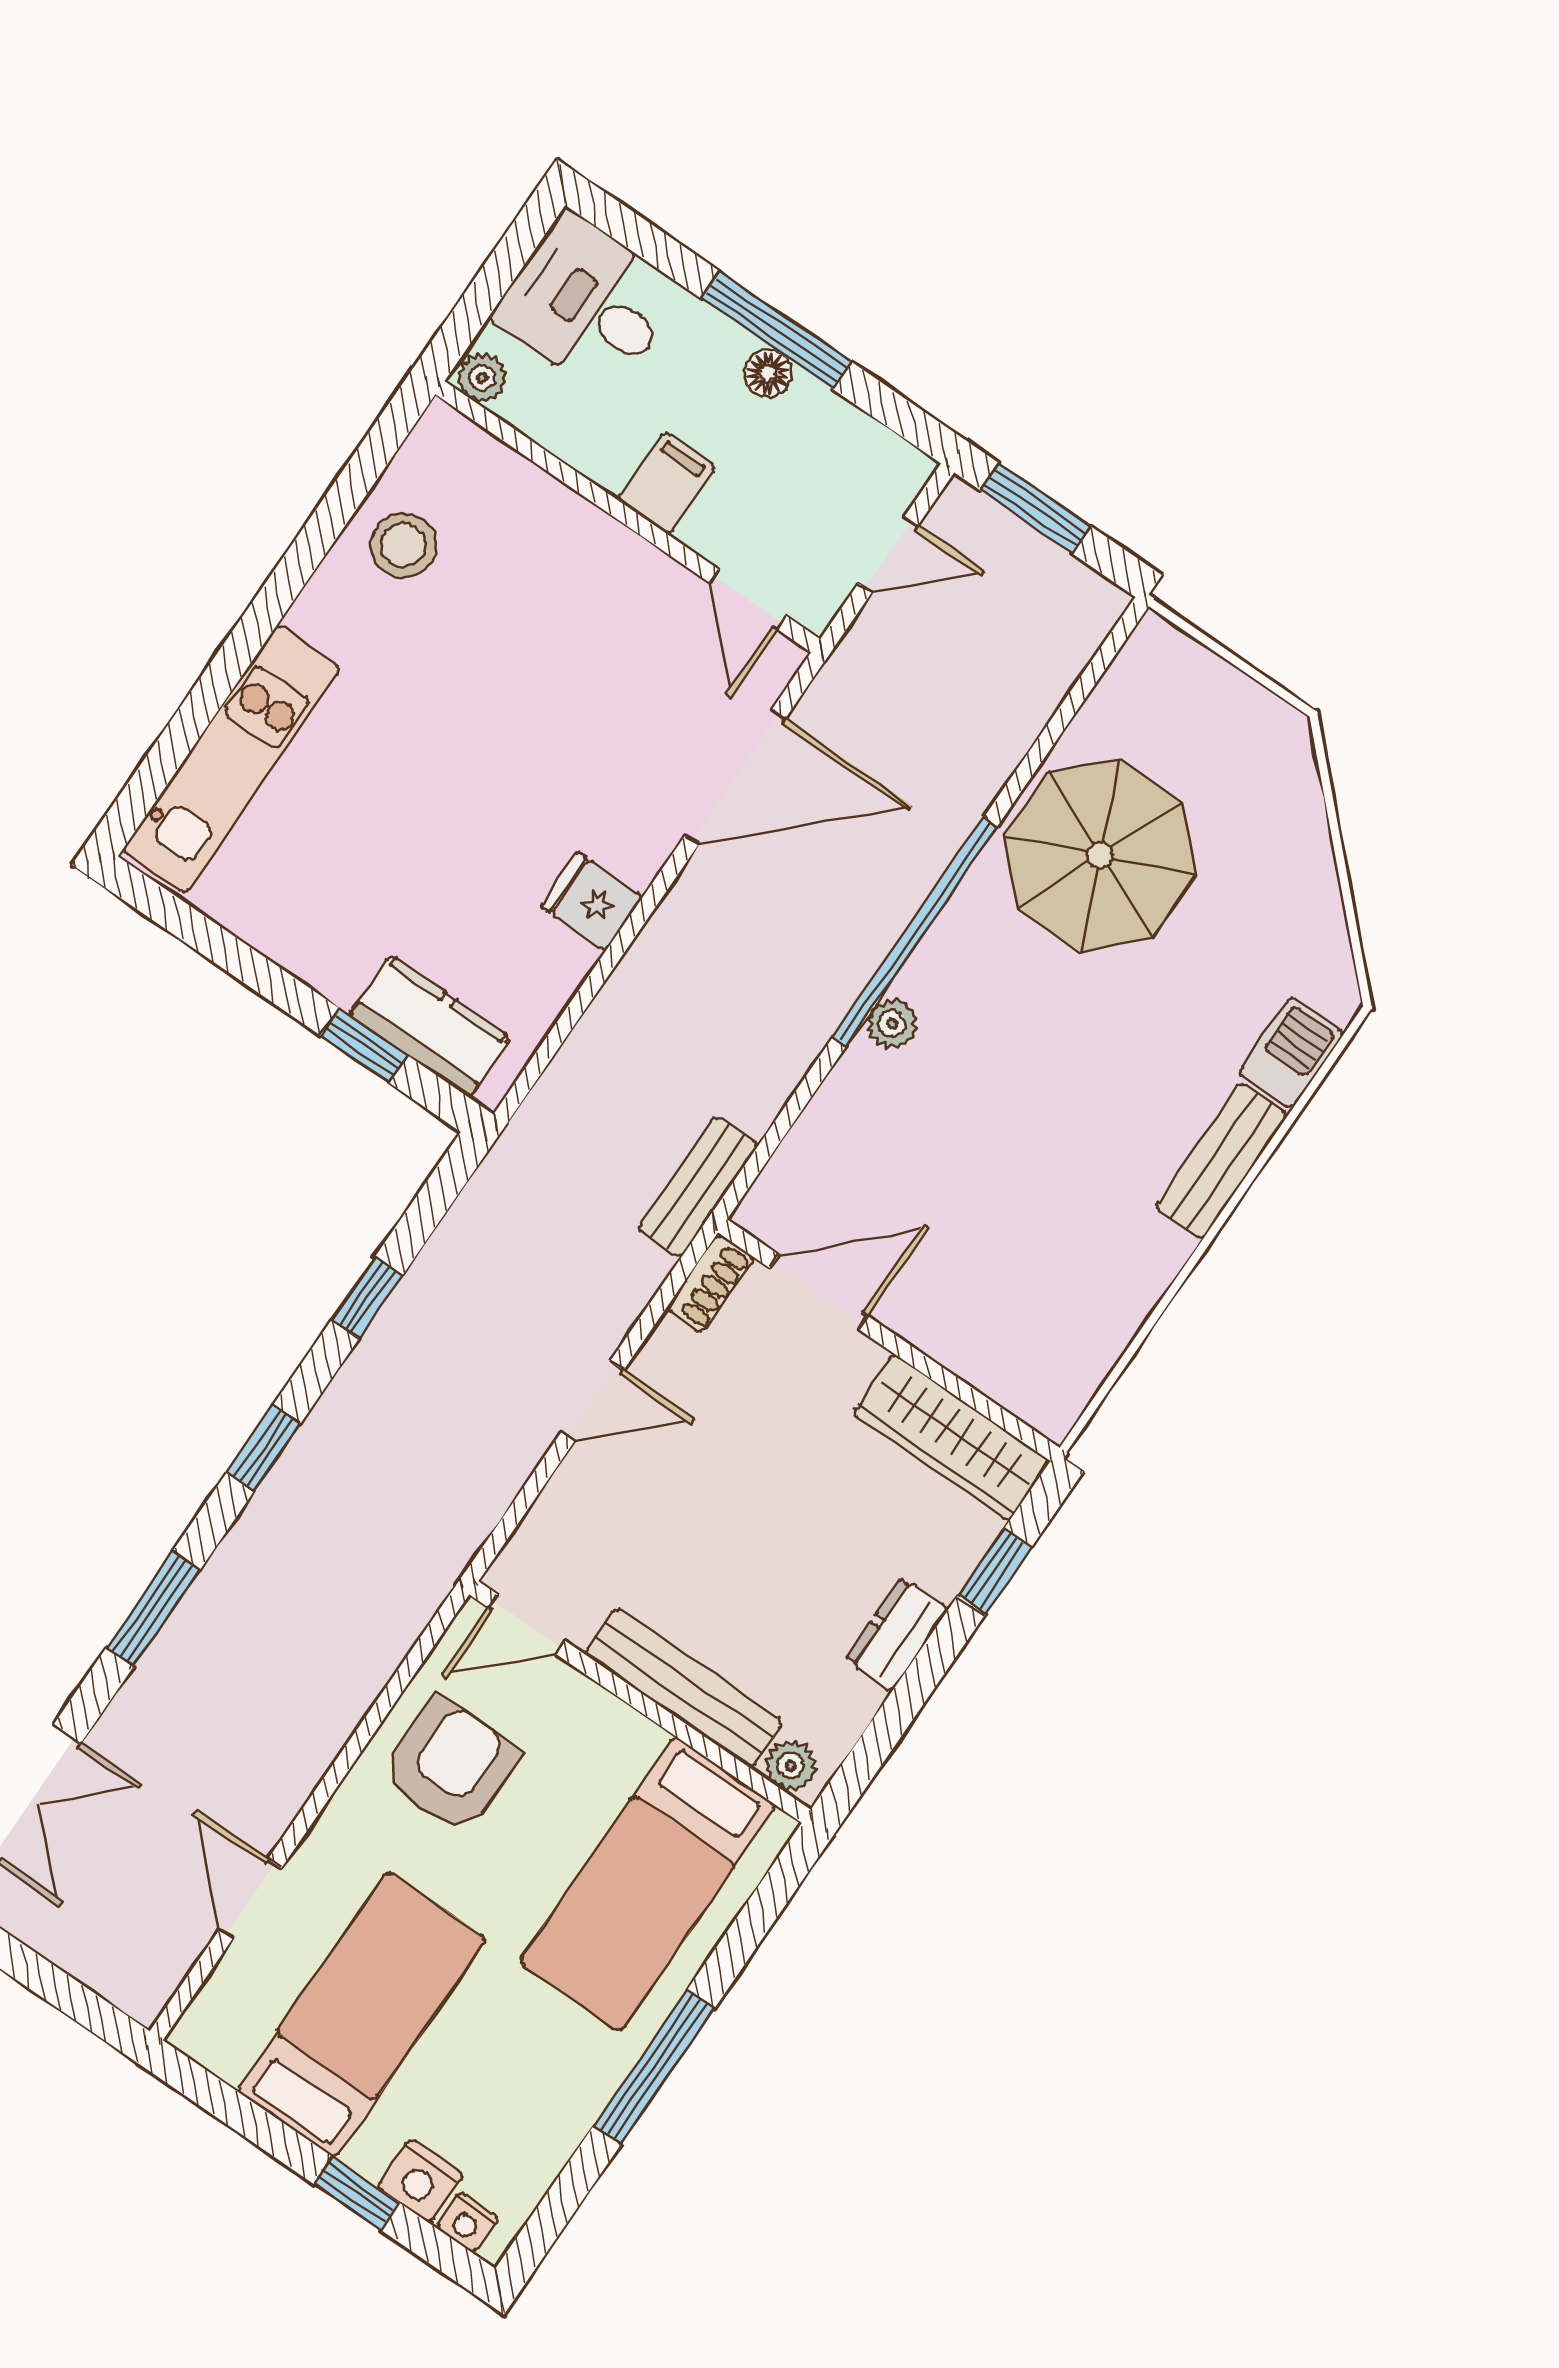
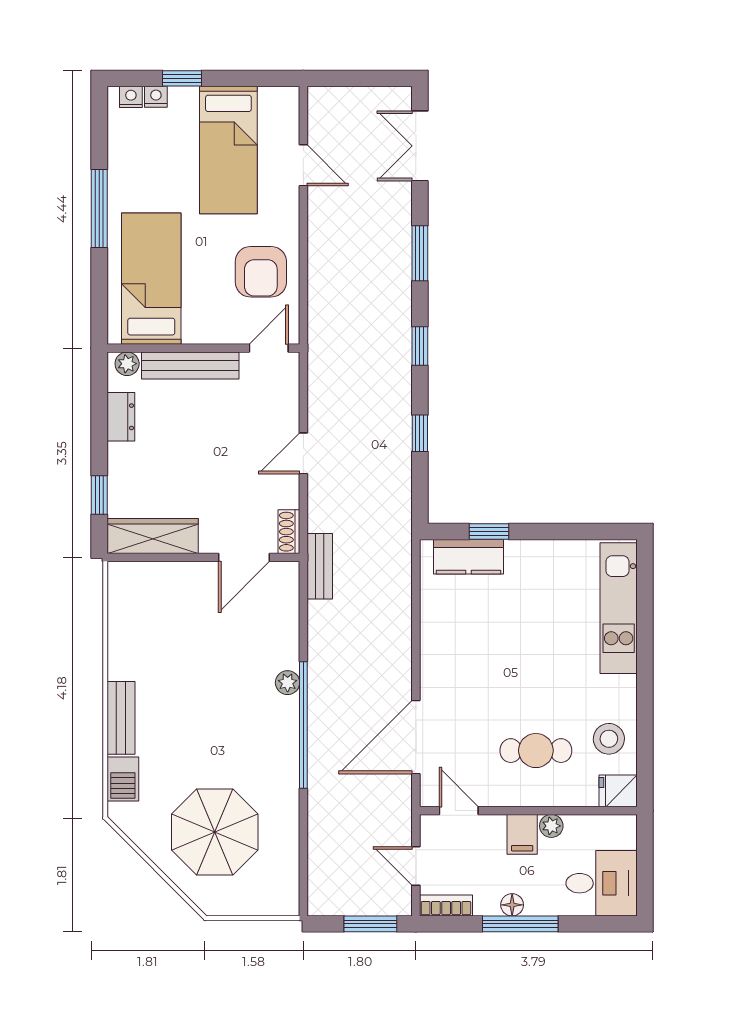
plant: (482, 377) -> (551, 826), moved
bookcase: (883, 450) -> (446, 906), added
door: (888, 554) -> (416, 866), hinge flipped
cafe table: (543, 611) -> (536, 751), added
parasol: (1100, 855) -> (215, 832), moved
fridge: (592, 901) -> (618, 791), moved, turned 180
dresser: (897, 1634) -> (121, 417), moved
nightstand: (420, 2181) -> (156, 97), width x0.72, depth x0.74

